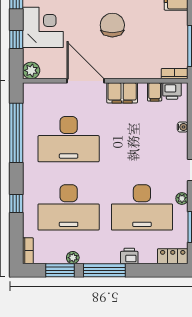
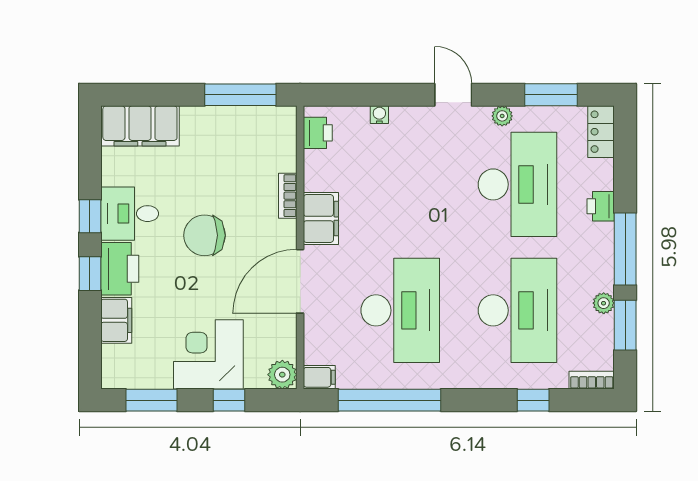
bookcase: (175, 74) -> (288, 196), moved
filing cabinet: (155, 92) -> (319, 377), moved
window: (16, 204) -> (533, 400), moved

